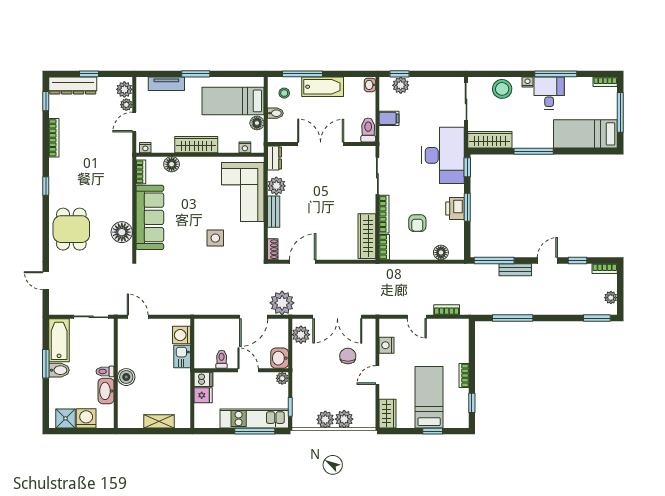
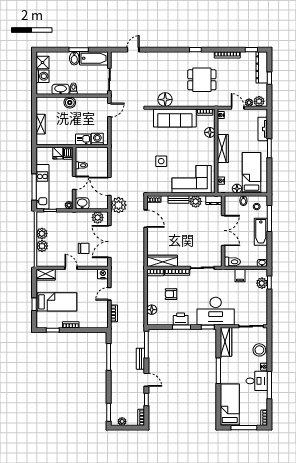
dining table: (71, 229) -> (202, 80), moved
nightstand: (387, 345) -> (103, 274), moved

